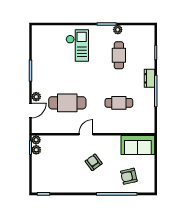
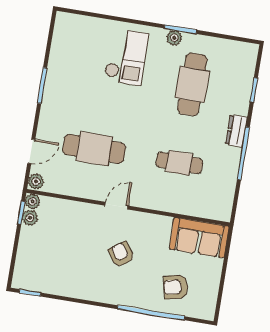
plant: (118, 30) -> (174, 38), moved
cafe table: (119, 55) -> (192, 84), width x1.37, depth x1.35
plant: (36, 97) -> (36, 181), moved

